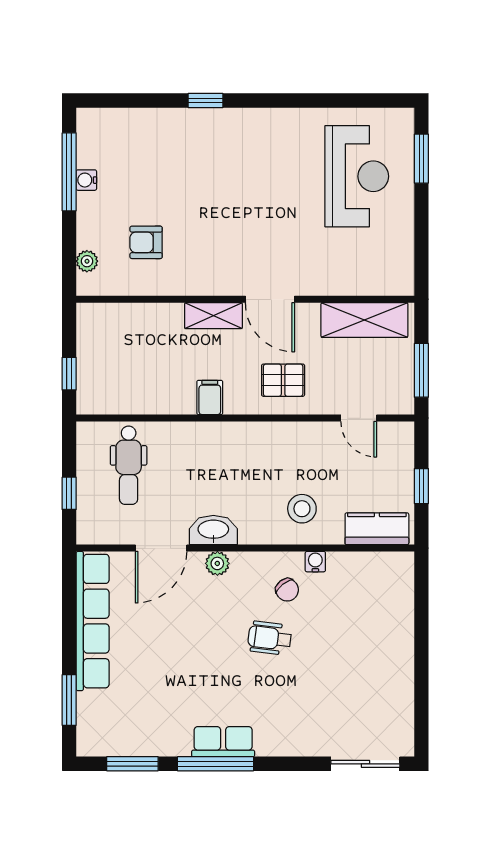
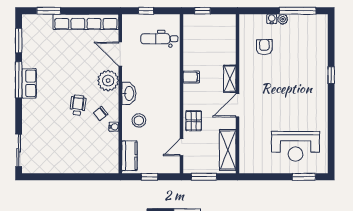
water cooler: (86, 180) -> (272, 19), moved
plant: (87, 261) -> (283, 19), moved
pallet: (283, 380) -> (194, 121), moved
washbasin: (213, 530) -> (129, 93), moved
plant: (217, 563) -> (108, 81), width x1.88, depth x1.88

